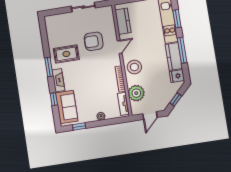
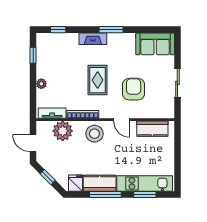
rug: (66, 54) -> (98, 80), moved
window: (54, 99) -> (58, 30), moved
sofa: (67, 107) -> (155, 44), moved

